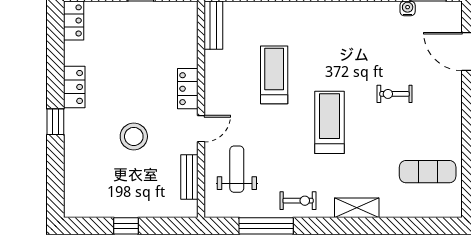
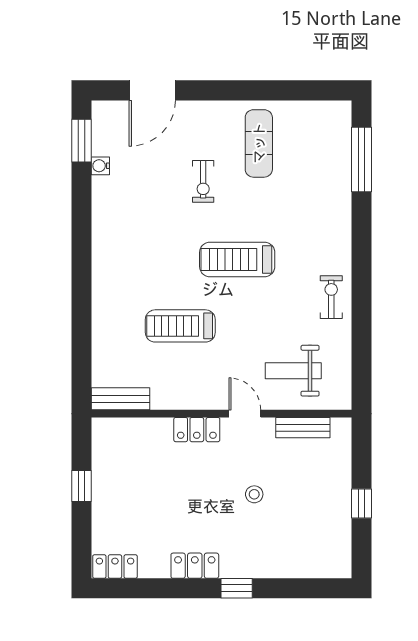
stool: (134, 136) -> (254, 494), width x0.53, depth x0.53
exercise mat: (428, 172) -> (259, 143), moved
shelving: (357, 208) -> (340, 227), removed
window: (266, 226) -> (361, 160), moved

